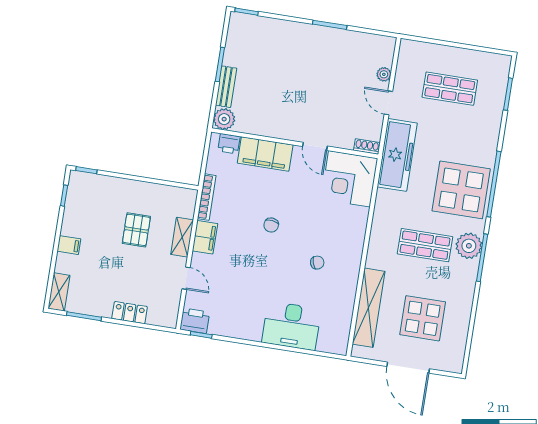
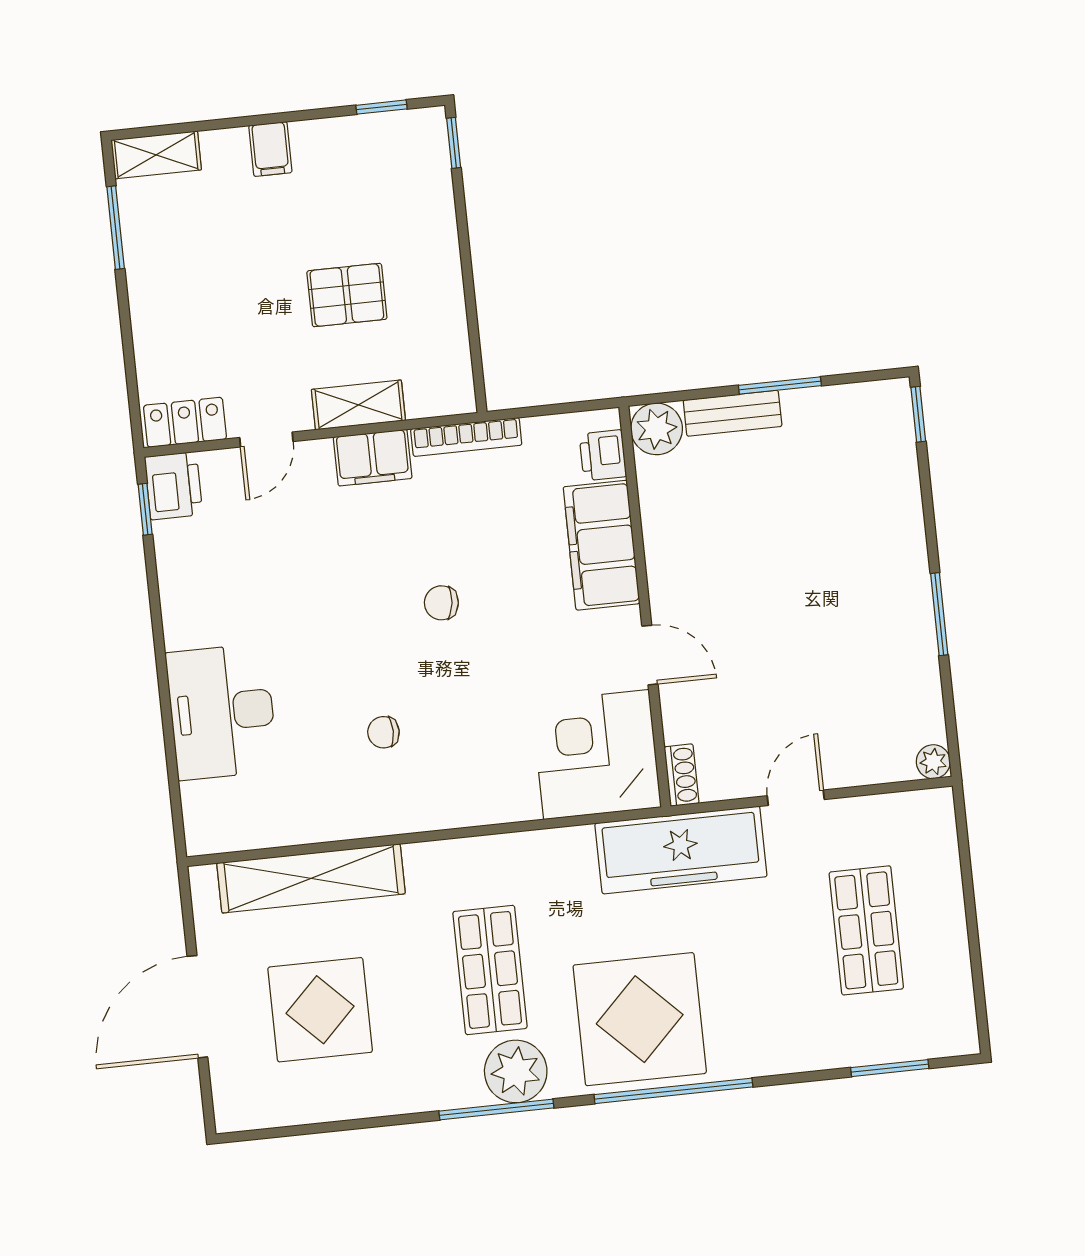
plant: (384, 74) -> (933, 762), moved
door: (315, 146) -> (650, 655), swing flipped
chair: (317, 263) -> (383, 732), turned 108
locker: (130, 313) -> (185, 422), moved, turned -90

